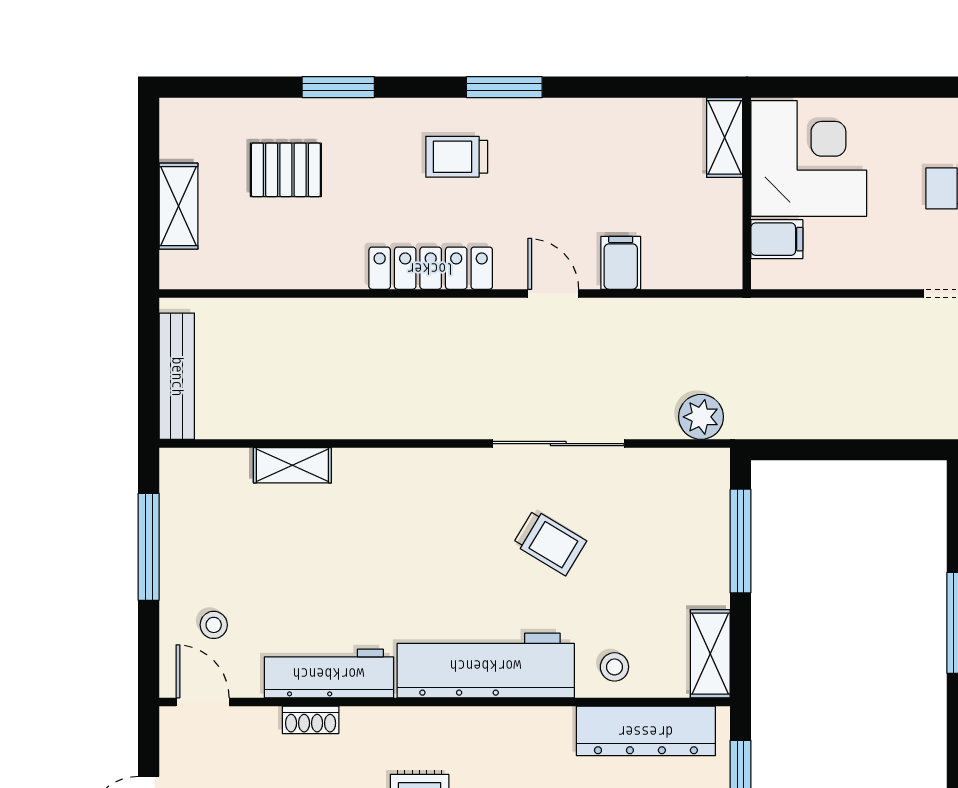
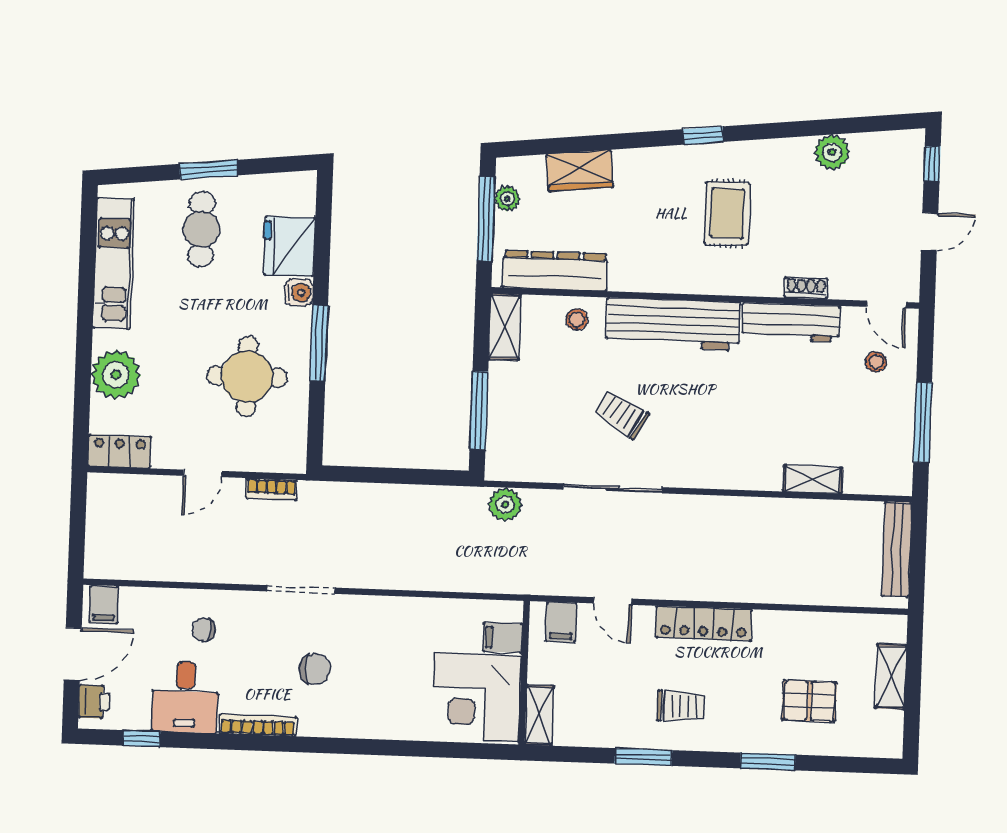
shelving: (725, 137) -> (539, 715), moved
corner desk: (809, 158) -> (477, 697), moved
wall: (747, 193) -> (524, 673), moved
filing cabinet: (777, 239) -> (503, 638), moved

